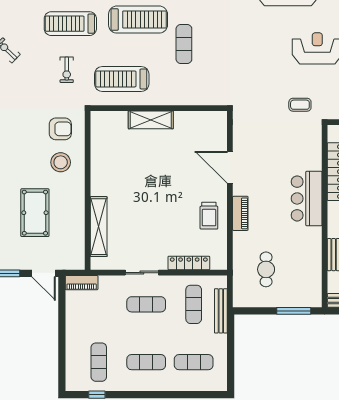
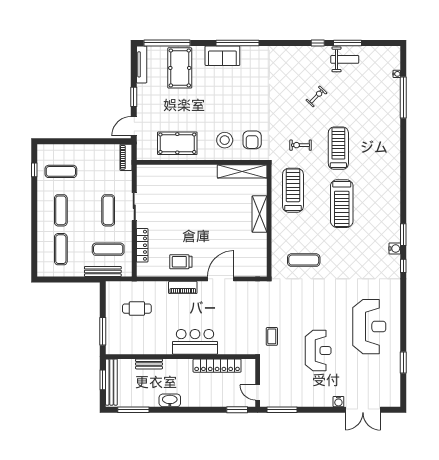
exercise mat: (184, 44) -> (304, 260), moved
pool table: (35, 213) -> (177, 143), moved
shelving: (99, 227) -> (242, 171), moved

